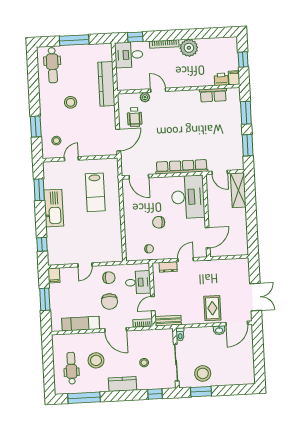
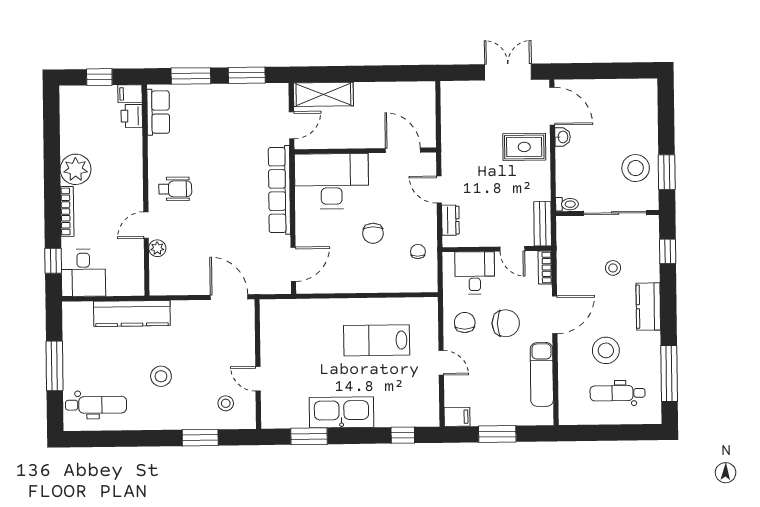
row of seats: (213, 95) -> (158, 112), moved
wheelchair: (135, 117) -> (175, 189), moved
lab bench: (95, 192) -> (377, 340), moved, turned 180

